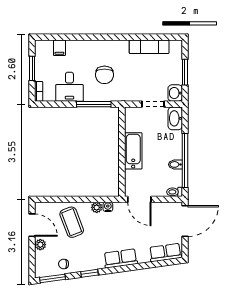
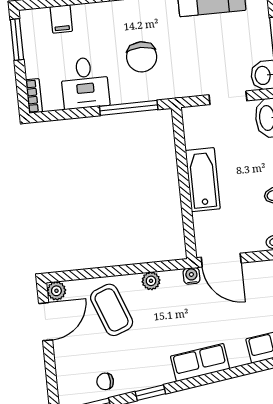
window: (32, 68) -> (17, 40), moved
water cooler: (108, 207) -> (192, 276), moved
door: (32, 225) -> (46, 322), hinge flipped
plant: (40, 245) -> (56, 291), moved

